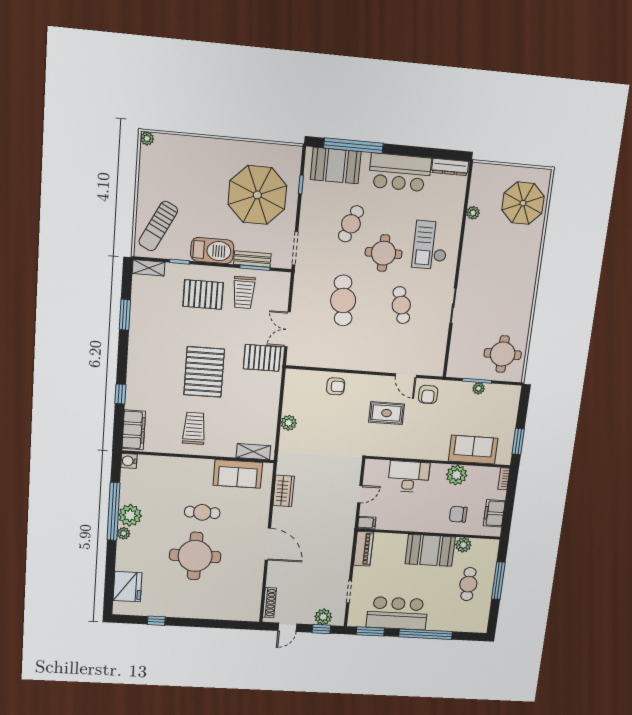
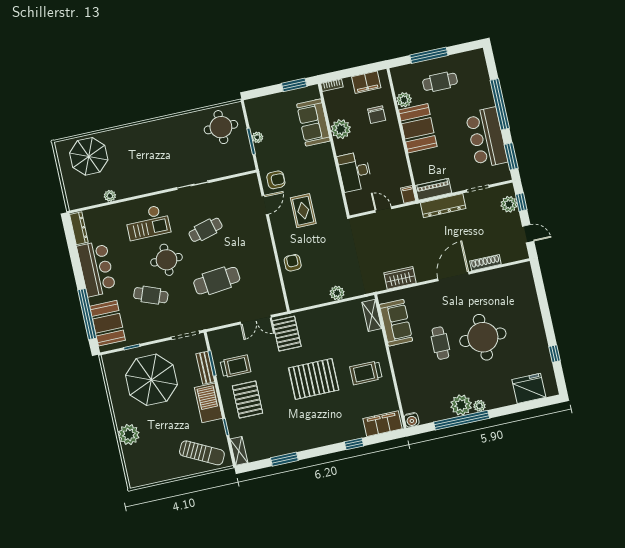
plant: (147, 138) -> (129, 435), moved, width x1.87, depth x1.87
dresser: (344, 554) -> (443, 206), added
shoe rack: (269, 603) -> (485, 263), moved

